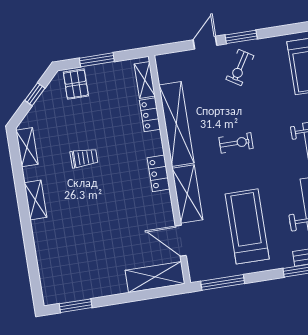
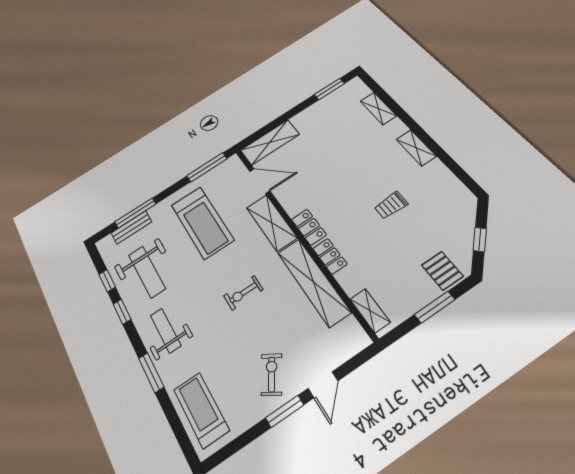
locker: (150, 115) -> (330, 256), moved
shelving: (27, 147) -> (378, 108), moved

